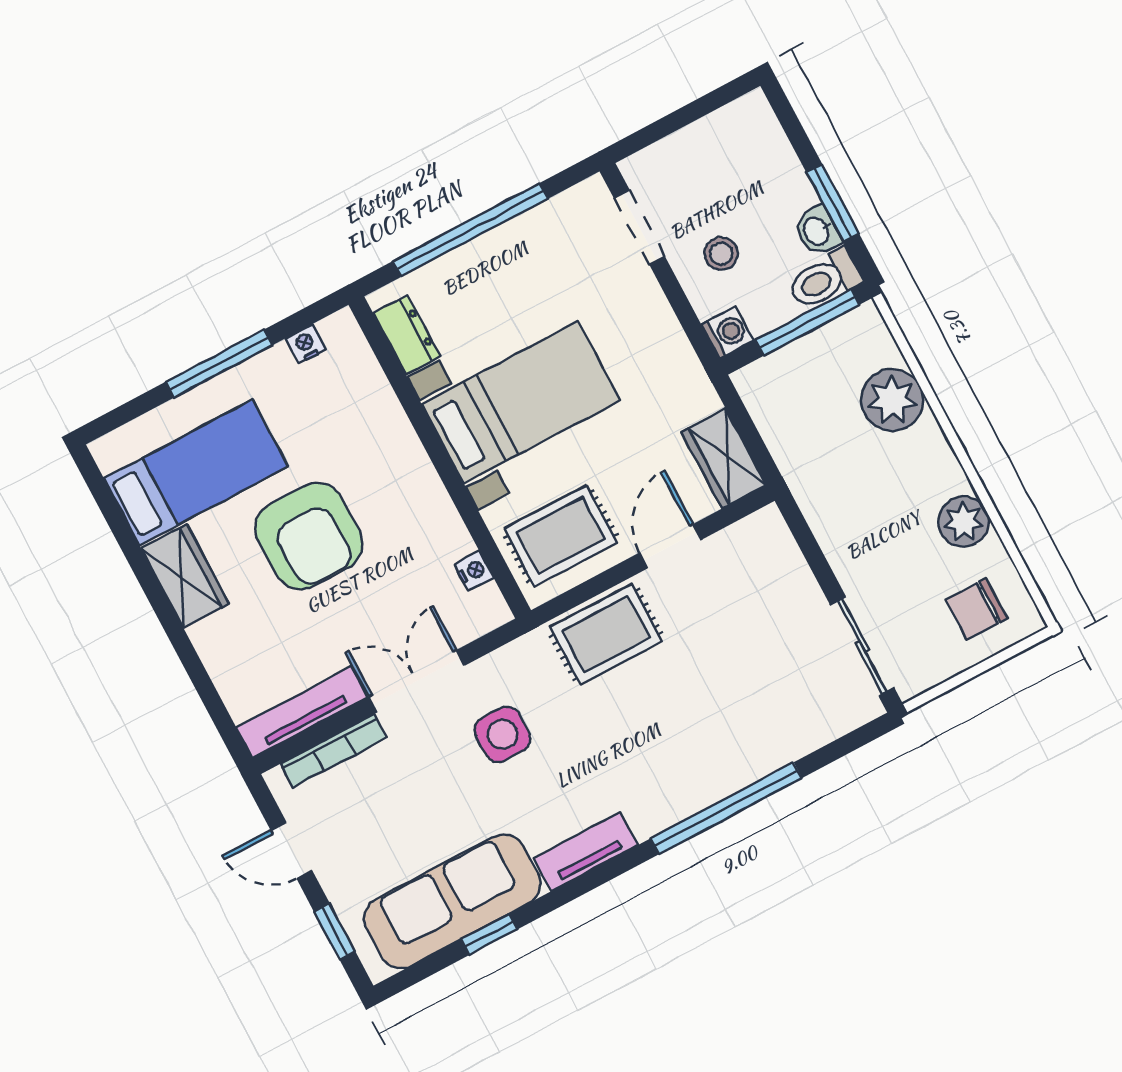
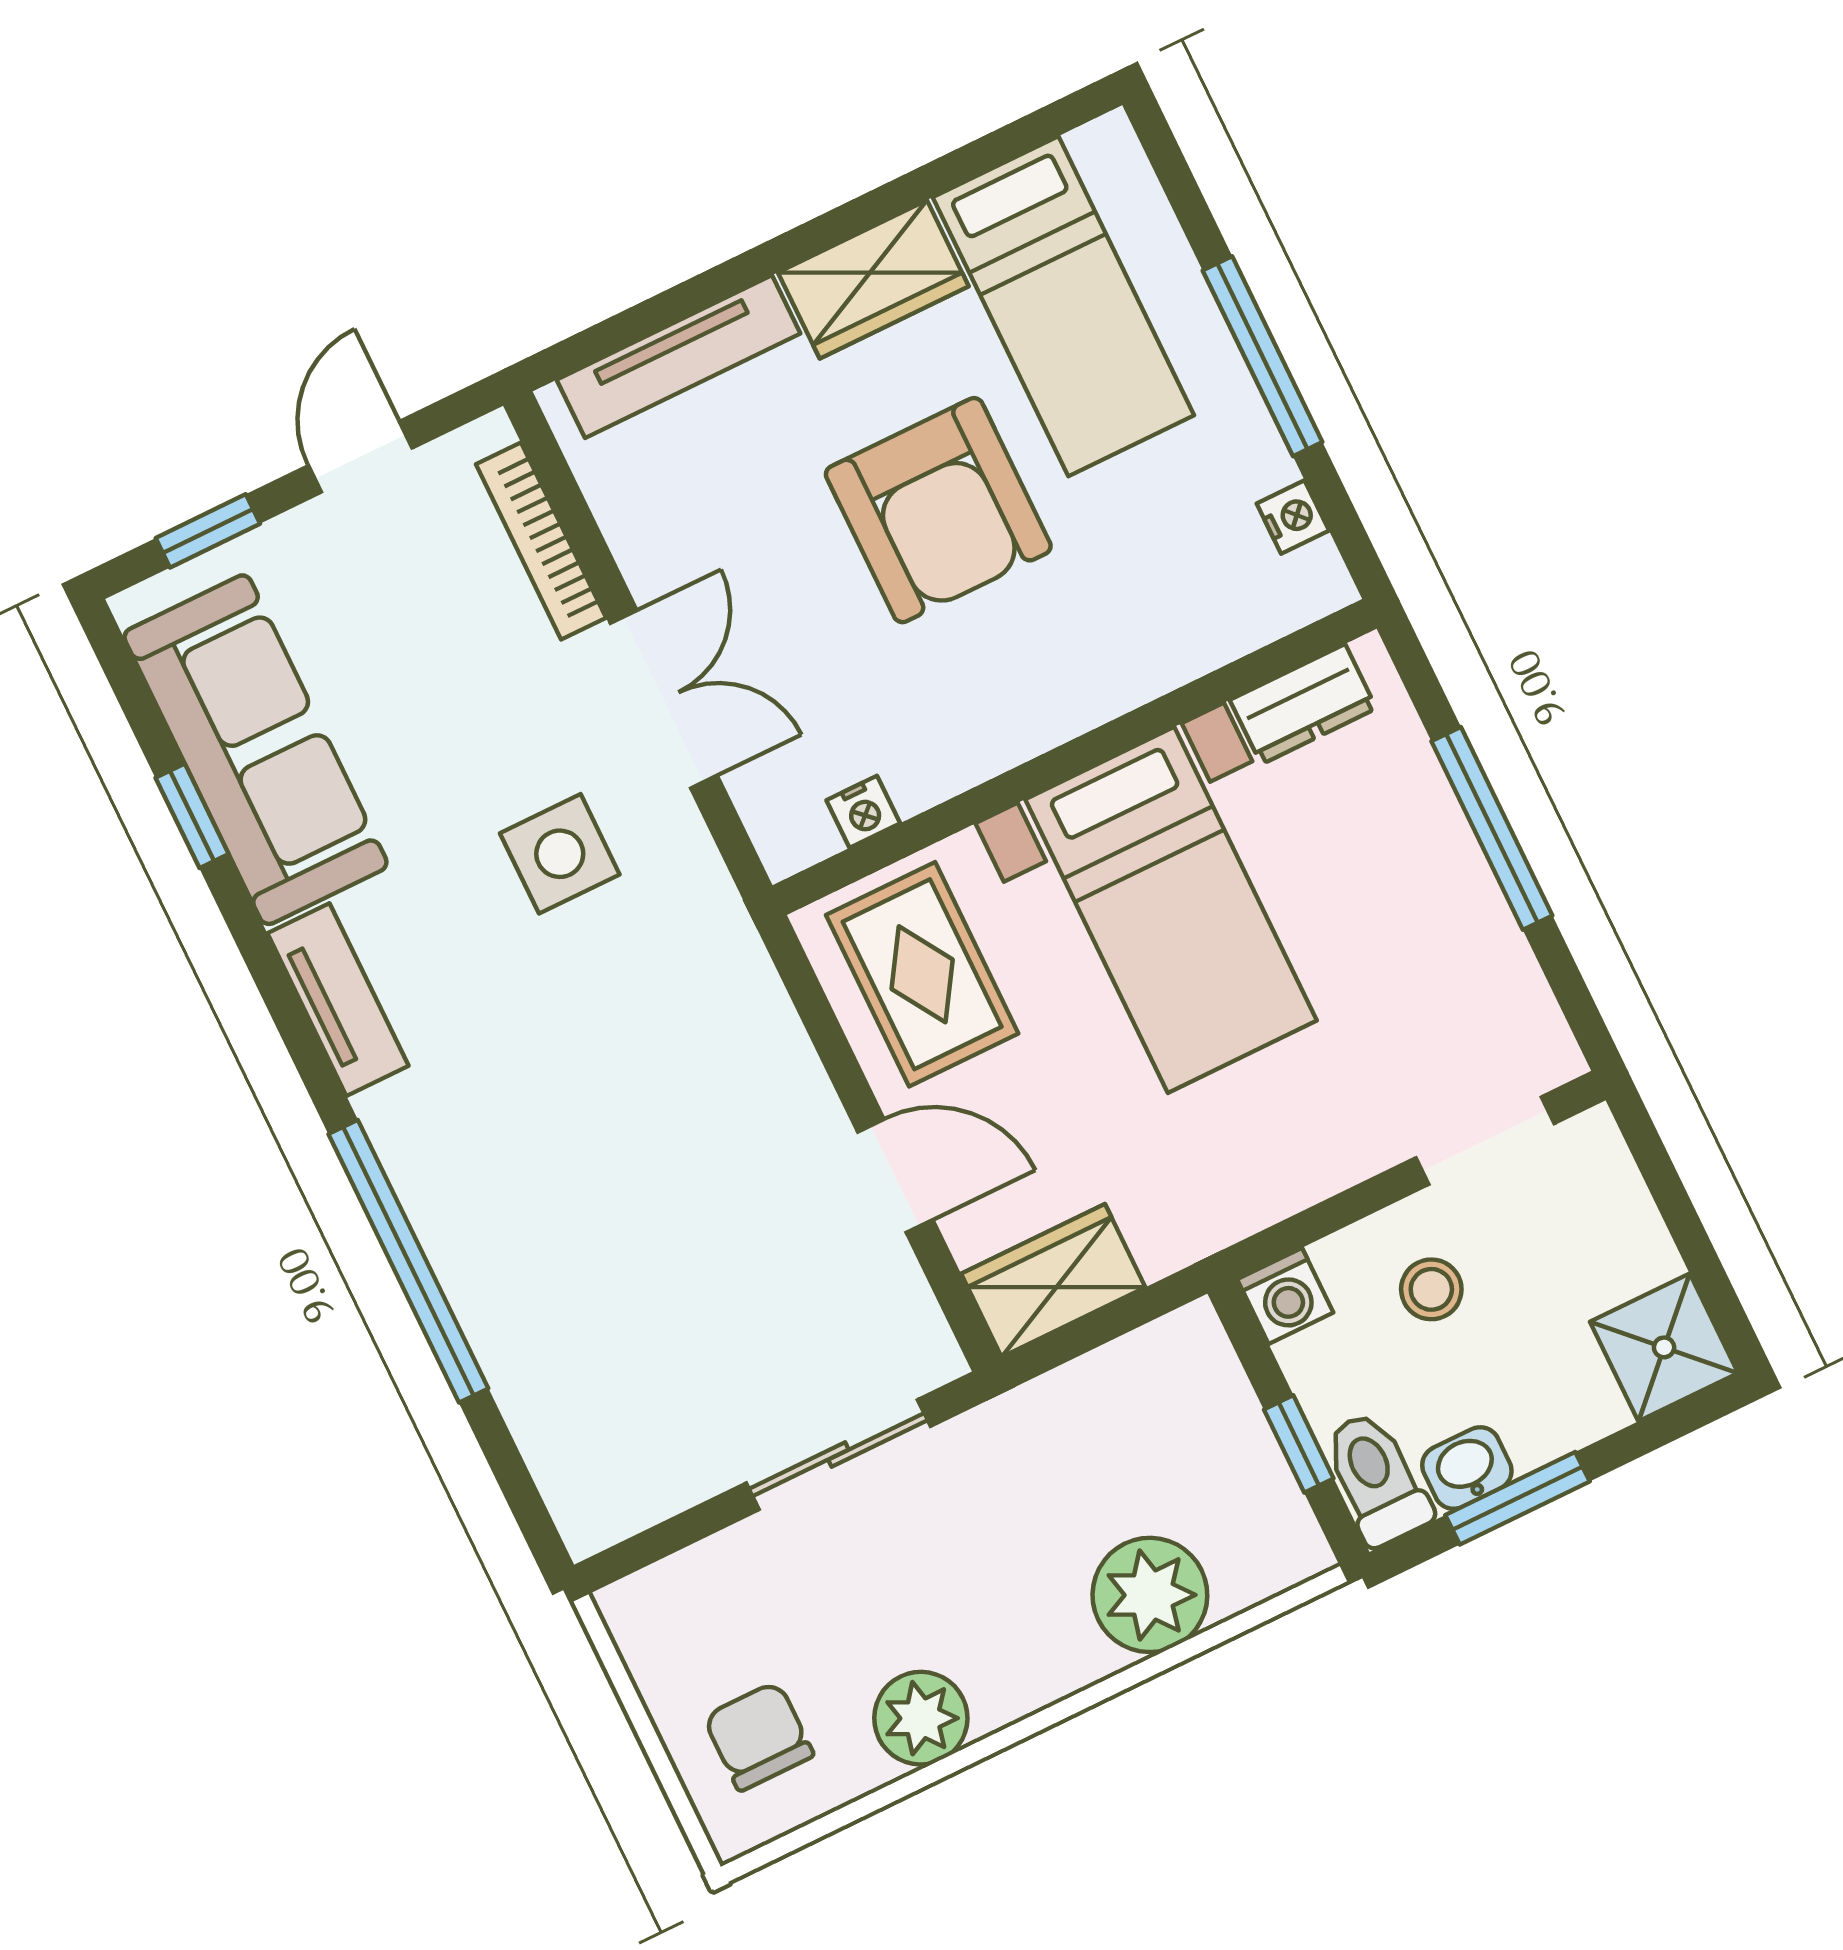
shower: (748, 126) -> (1664, 1347), added
window: (470, 230) -> (1492, 828), width x0.68
window: (808, 322) -> (1299, 1444), width x0.46
armchair: (309, 536) -> (938, 510), turned -90
rug: (606, 634) -> (737, 1051), removed
sliding door: (862, 646) -> (838, 1455), moved
tv unit: (302, 712) -> (678, 357), moved, turned 90

